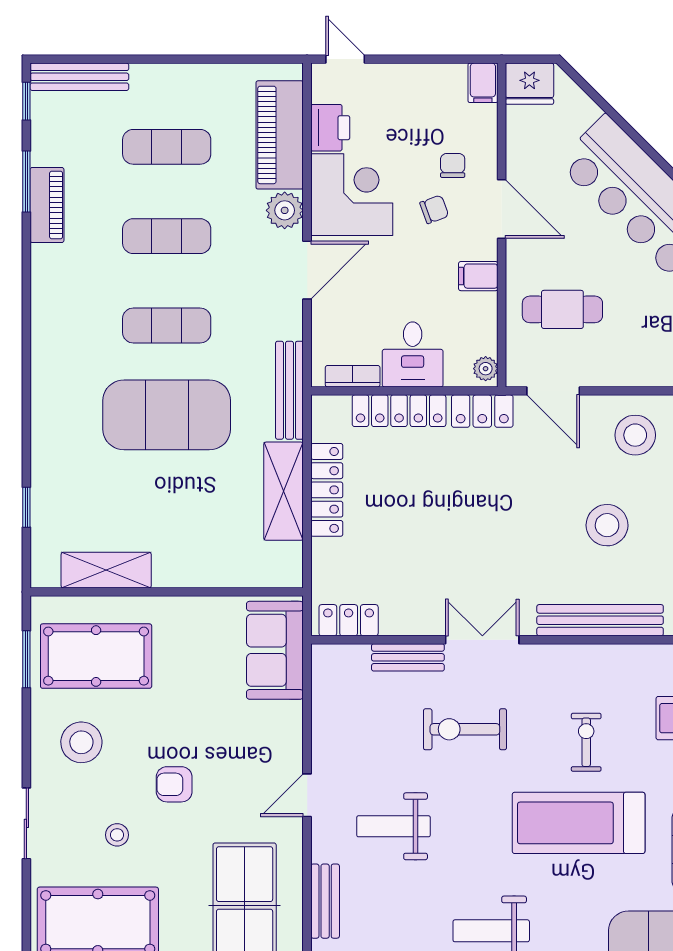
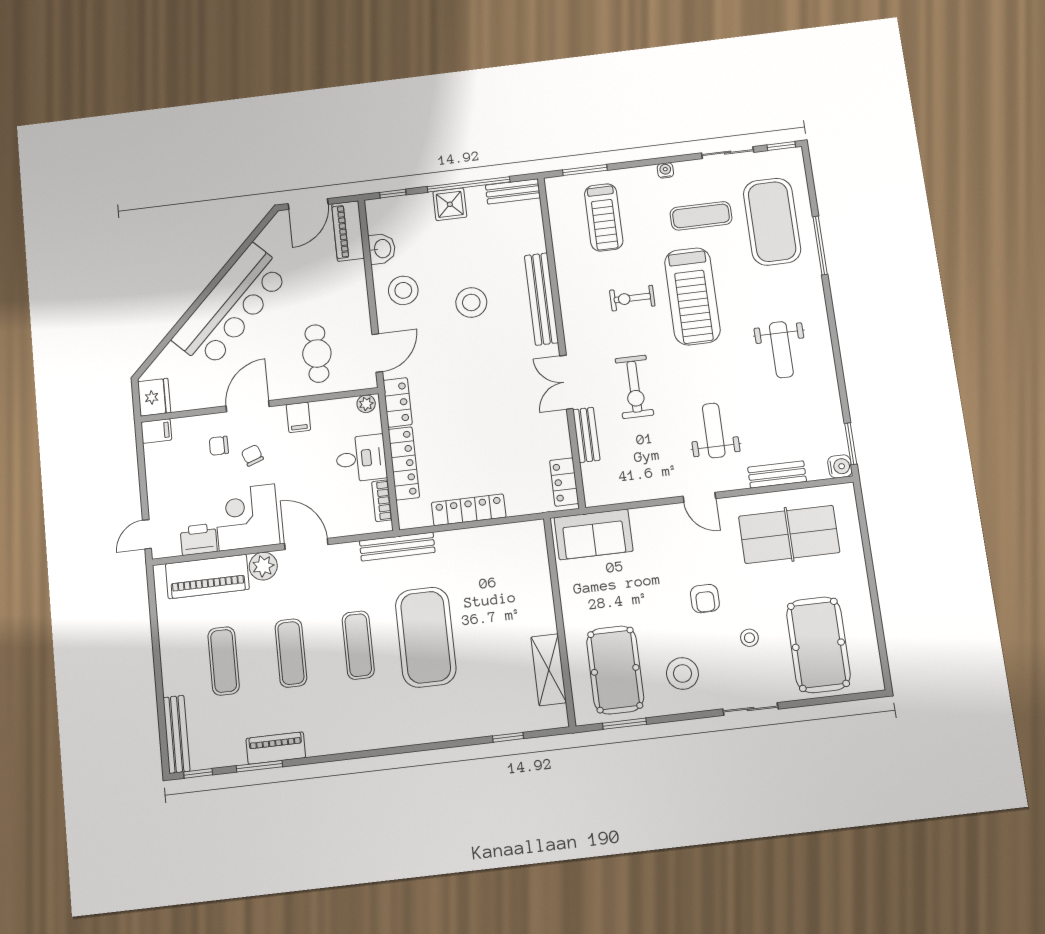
shelving: (284, 491) -> (473, 542), removed
weight bench: (393, 826) -> (714, 430), turned 180

